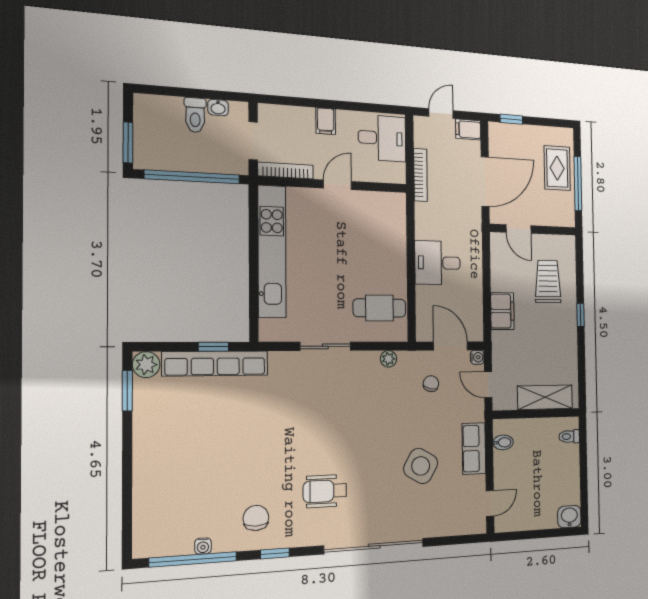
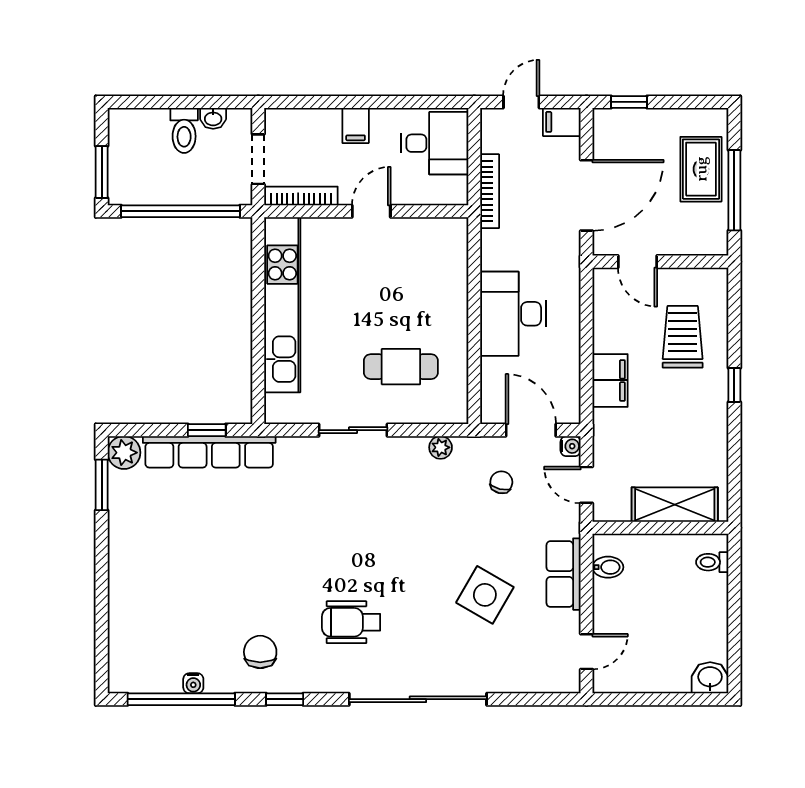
desk: (438, 263) -> (513, 314), width x1.37
cafe table: (379, 308) -> (401, 367), moved

